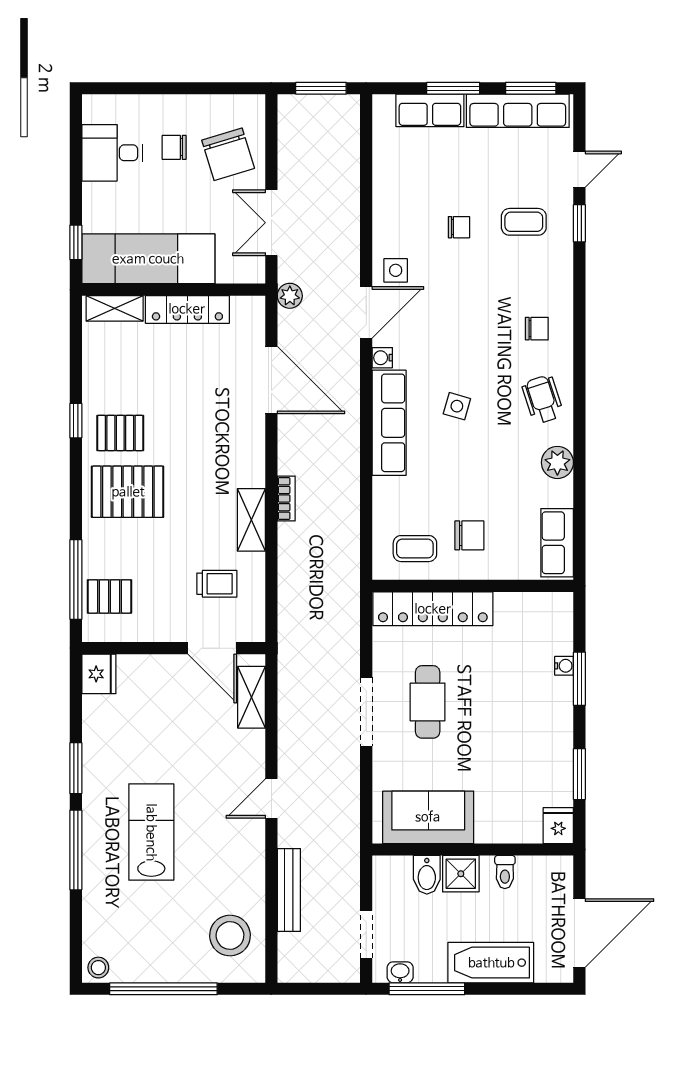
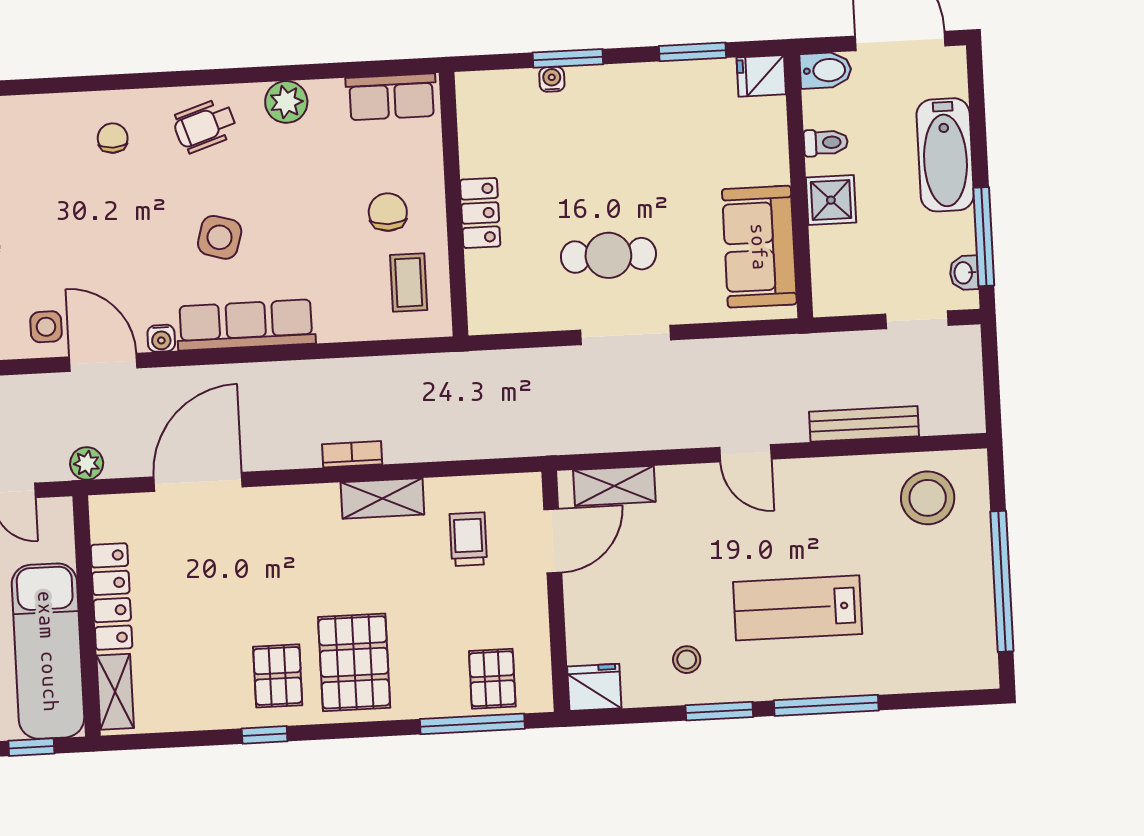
side table: (457, 406) -> (220, 237), width x1.37, depth x1.37
locker: (433, 609) -> (480, 213), width x0.46, depth x0.83
bidet: (427, 875) -> (826, 70), moved
stool: (98, 968) -> (687, 660), moved

